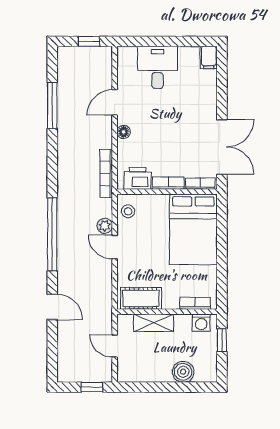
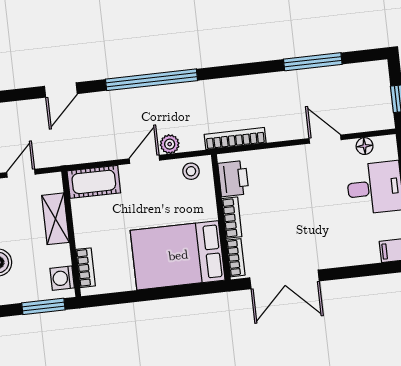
floor lamp: (124, 132) -> (365, 146), moved
cot: (141, 298) -> (94, 182), moved, turned 90
window: (222, 340) -> (43, 306), width x1.50

